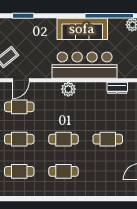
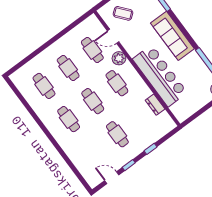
sofa: (82, 29) -> (172, 36), moved
dresser: (117, 88) -> (155, 105), moved
plant: (68, 89) -> (119, 58), moved
cafe table: (63, 107) -> (117, 83), added

